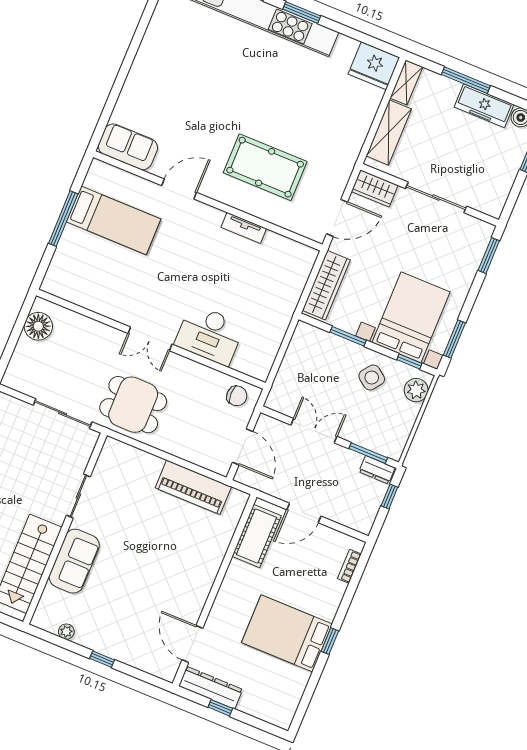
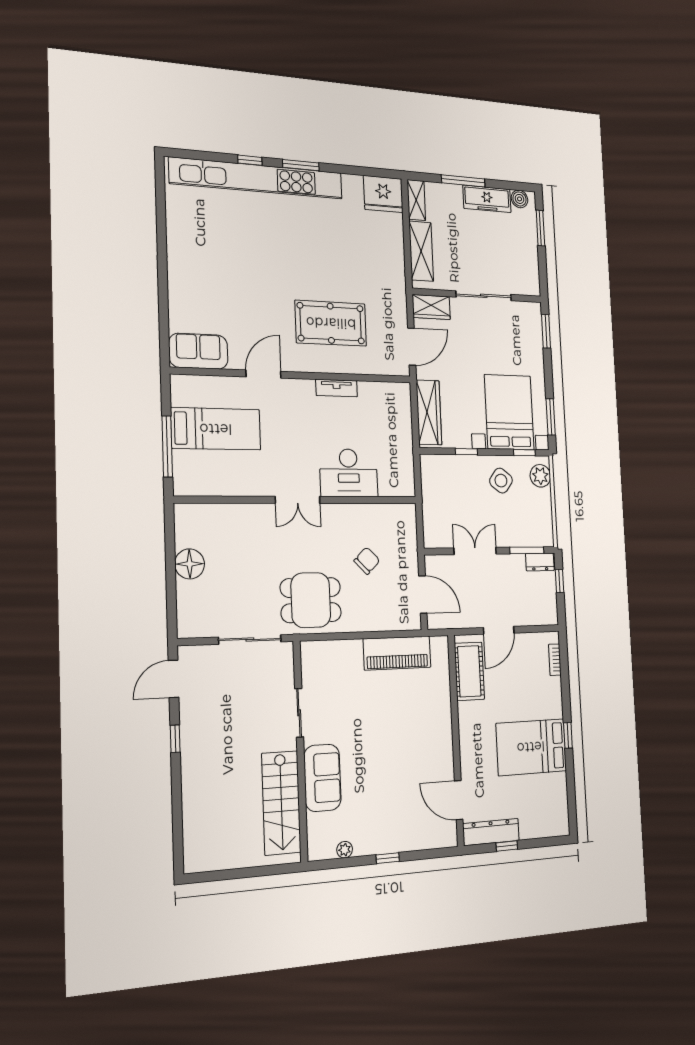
desk: (210, 335) -> (349, 473), moved
window: (348, 336) -> (466, 452), width x0.67
double door: (150, 339) -> (298, 500), moved
wall: (151, 339) -> (299, 500), moved
chair: (237, 396) -> (367, 561), moved, turned -45

